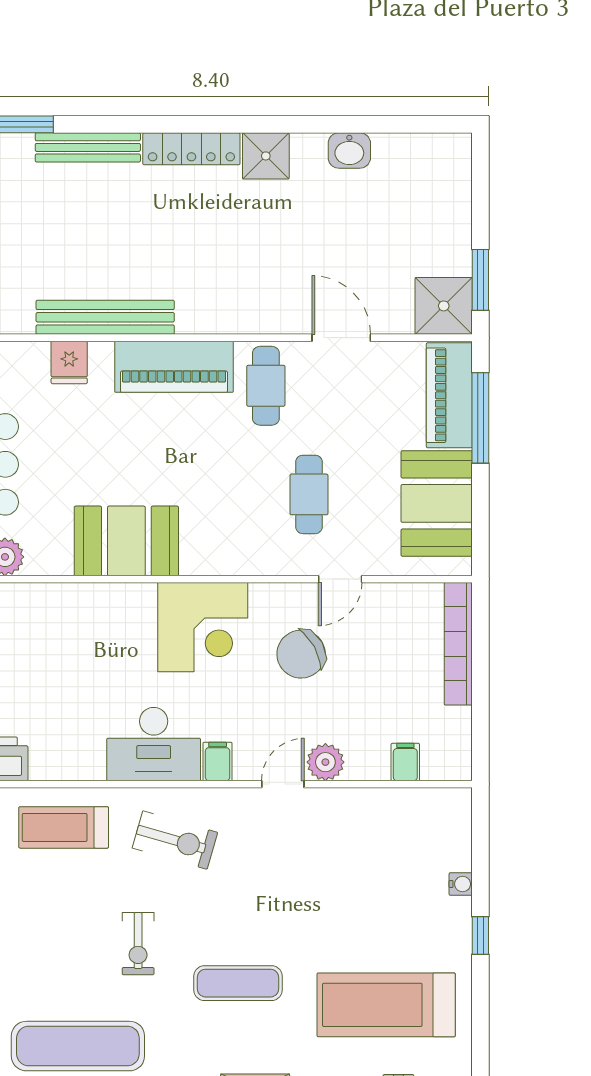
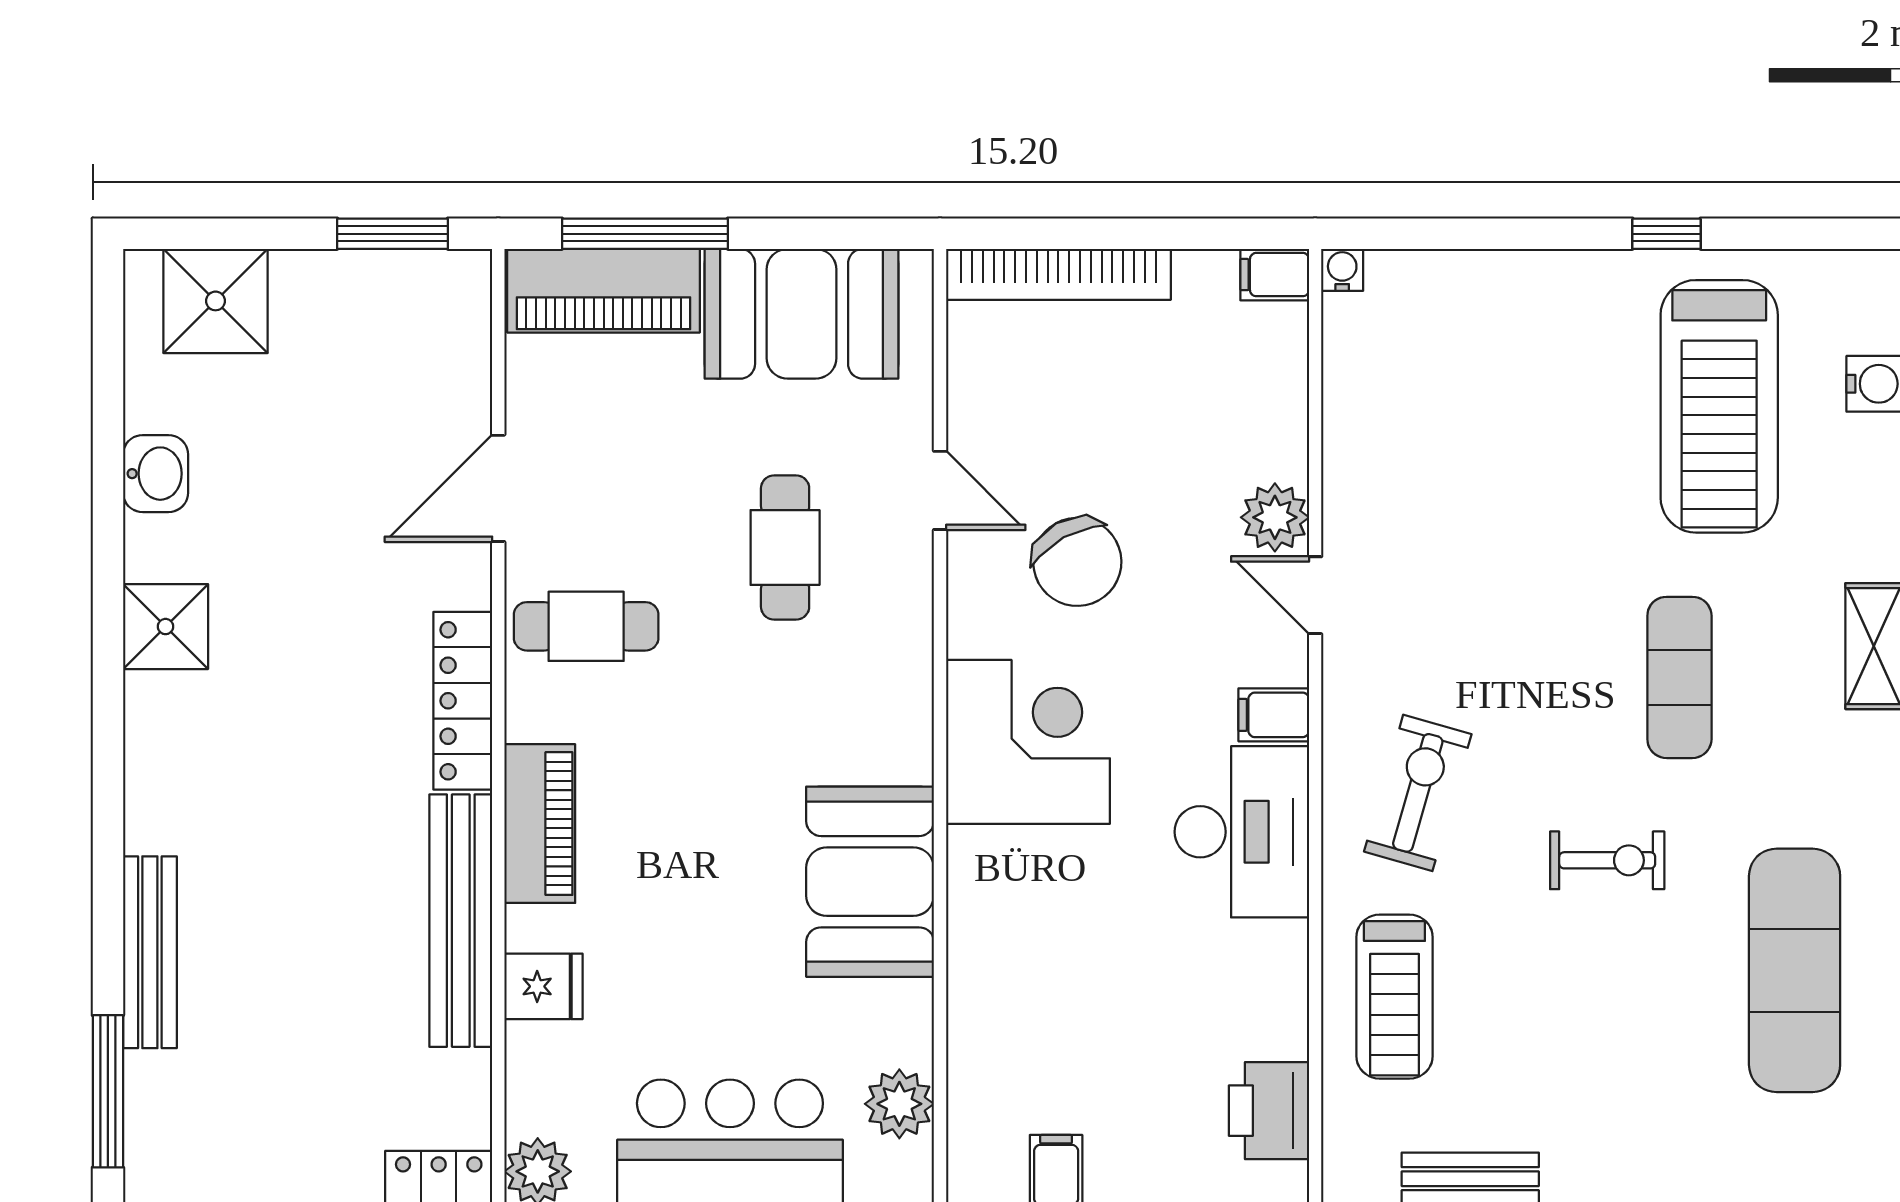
locker: (191, 149) -> (463, 701), moved, turned 180
shower: (444, 306) -> (216, 301), moved
piano: (174, 367) -> (540, 824), width x0.73, depth x0.75
cafe table: (309, 494) -> (785, 548), turned 90
filing cabinet: (405, 762) -> (1275, 275), moved
water cooler: (461, 884) -> (1342, 270), moved
window: (480, 935) -> (1667, 234), moved

